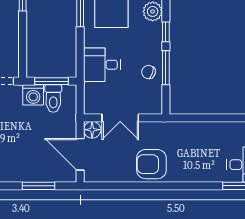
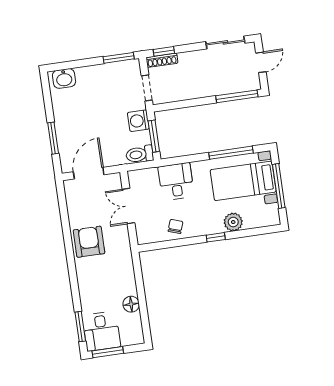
window: (166, 68) -> (182, 242), removed
toilet: (53, 99) -> (140, 154), moved
floor lamp: (92, 130) -> (131, 304), moved

